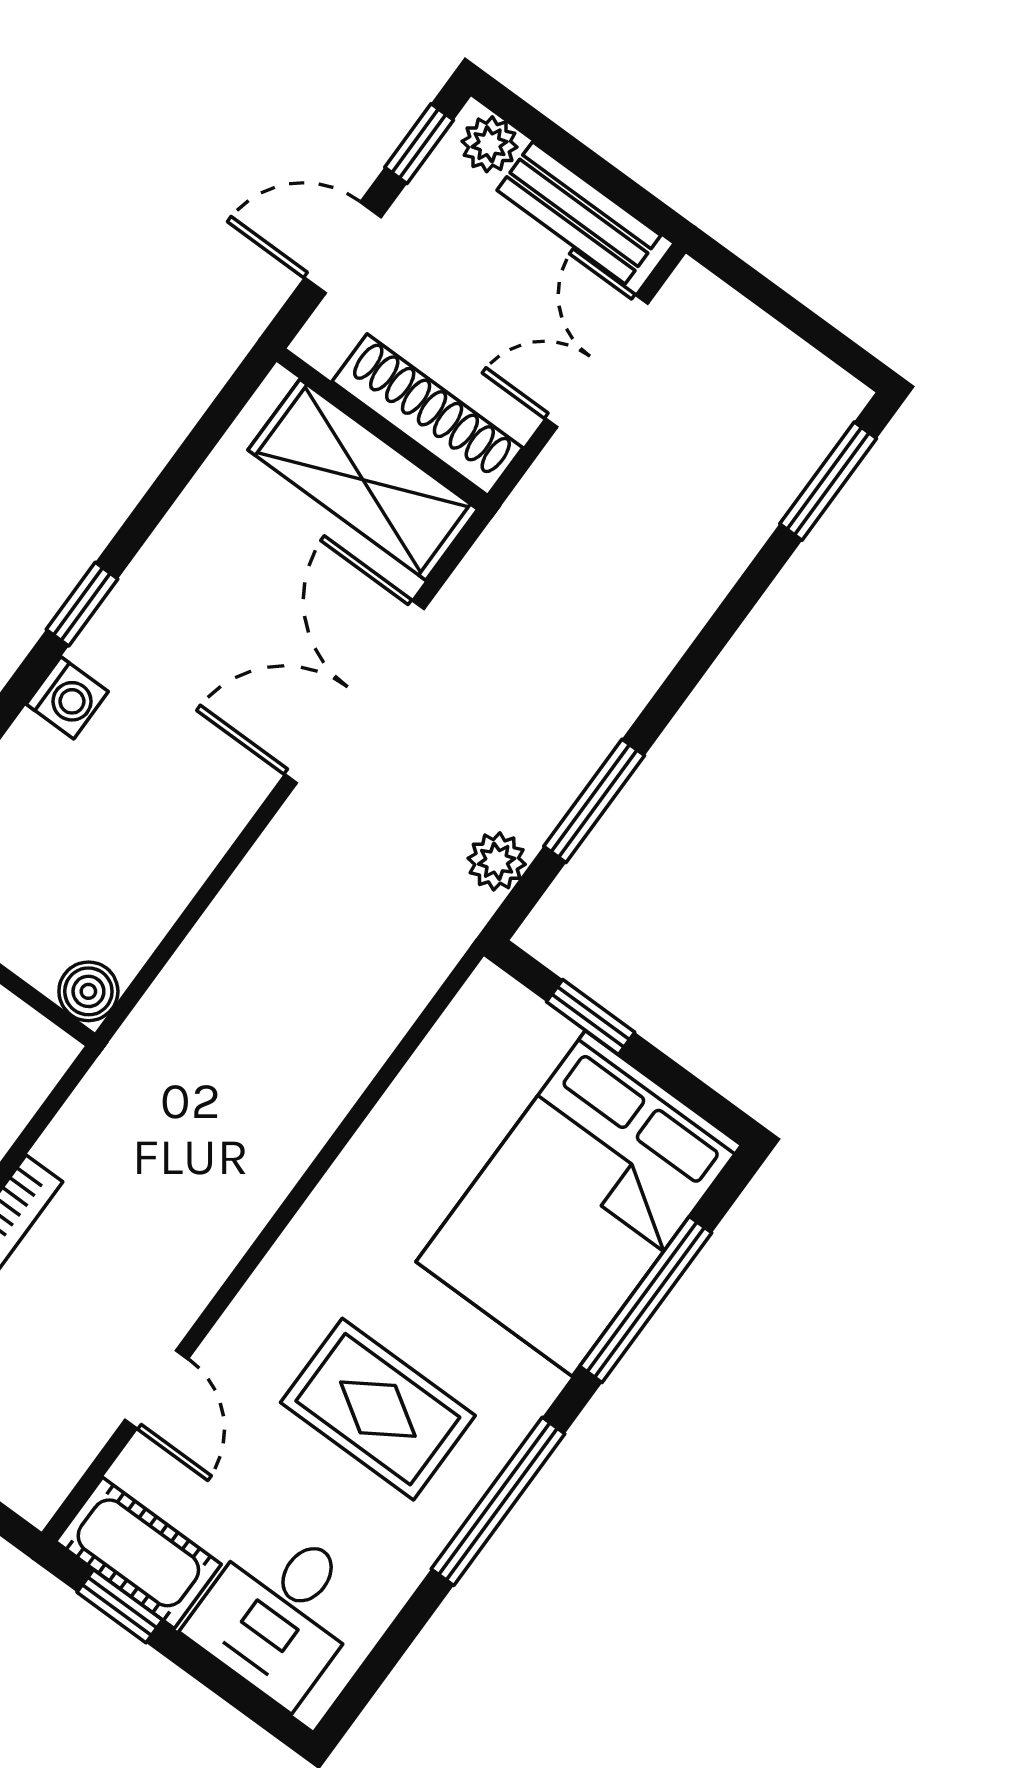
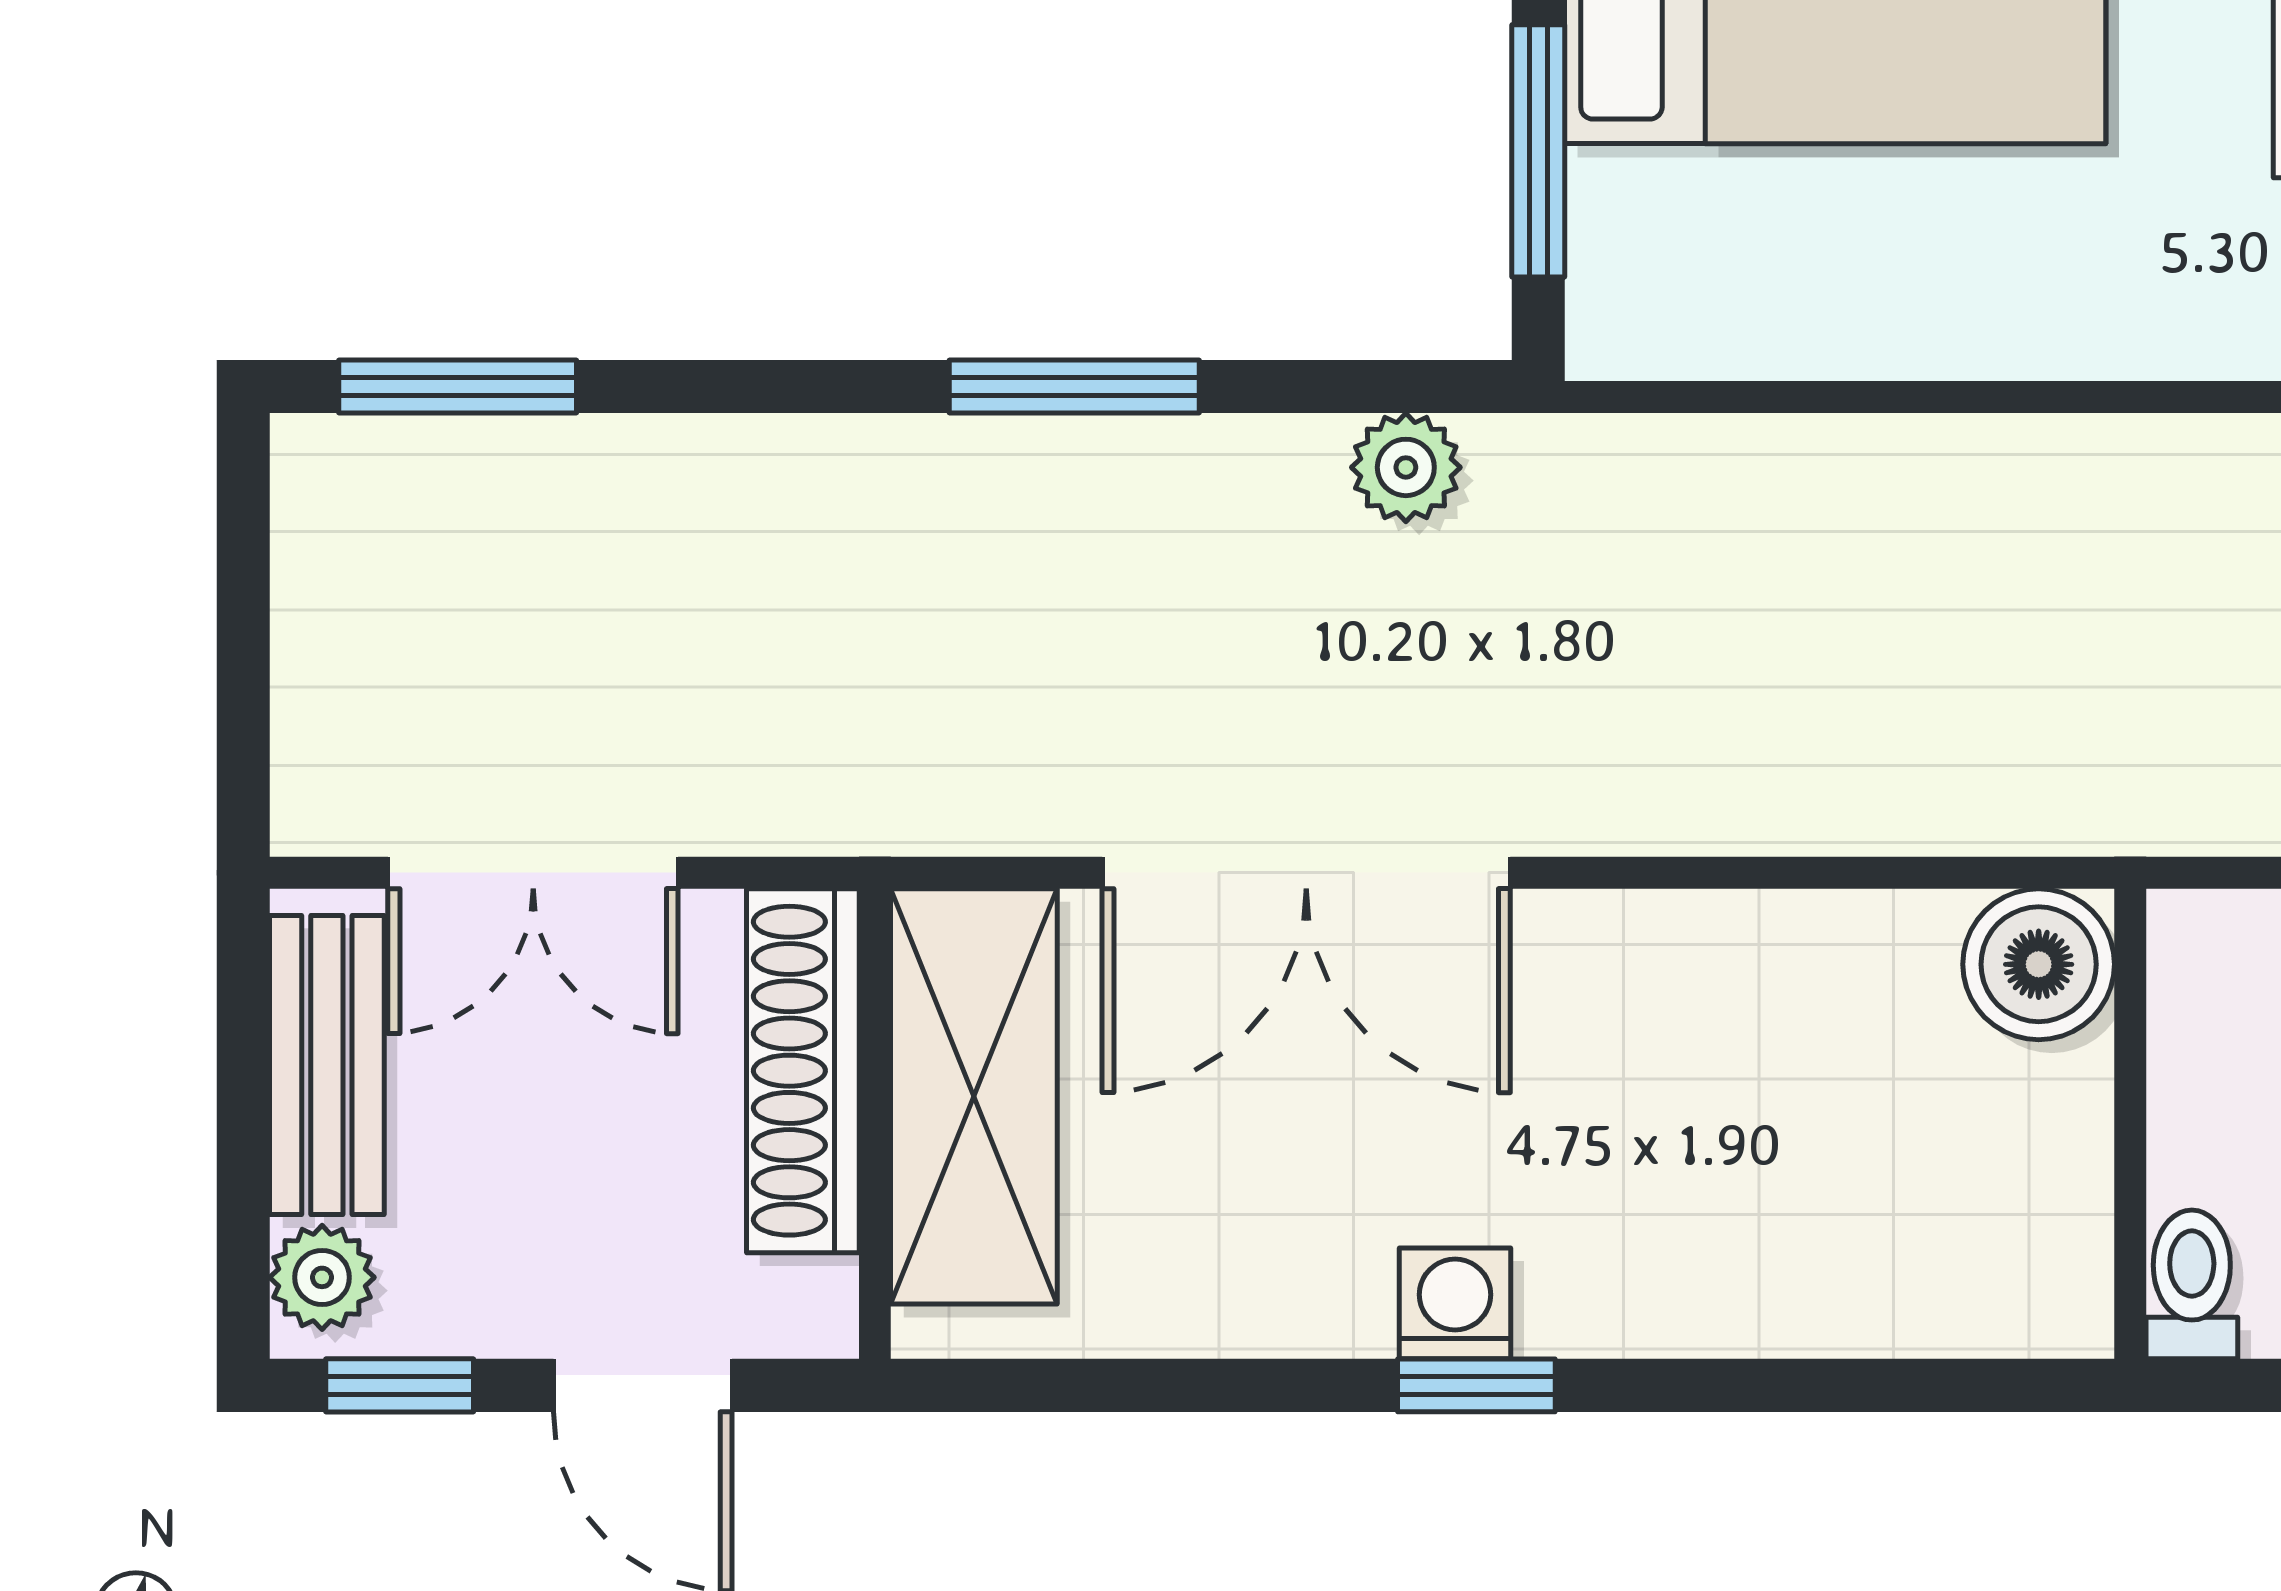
washing machine: (67, 698) -> (1455, 1303), moved
window: (594, 801) -> (1074, 386), moved
boiler: (88, 991) -> (2039, 964), width x1.36, depth x1.36
window: (591, 1017) -> (1538, 151), width x1.50

